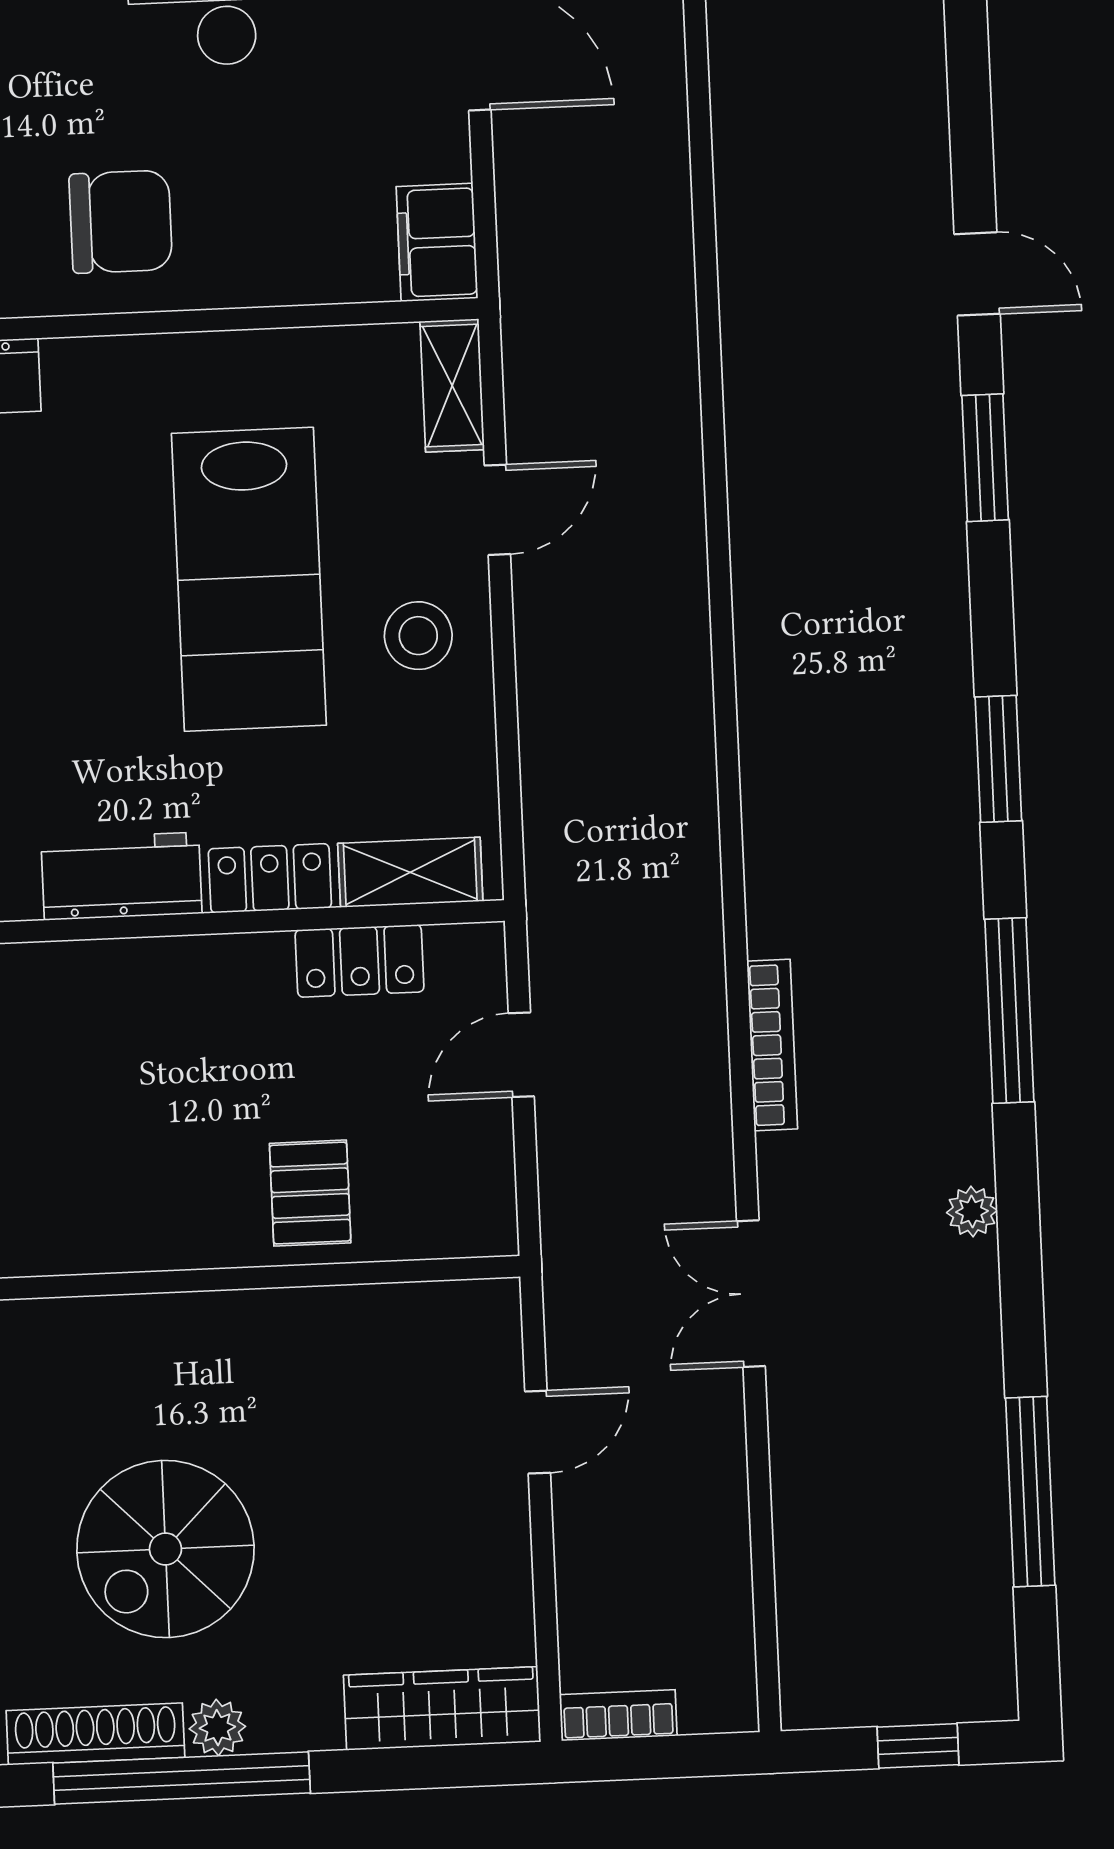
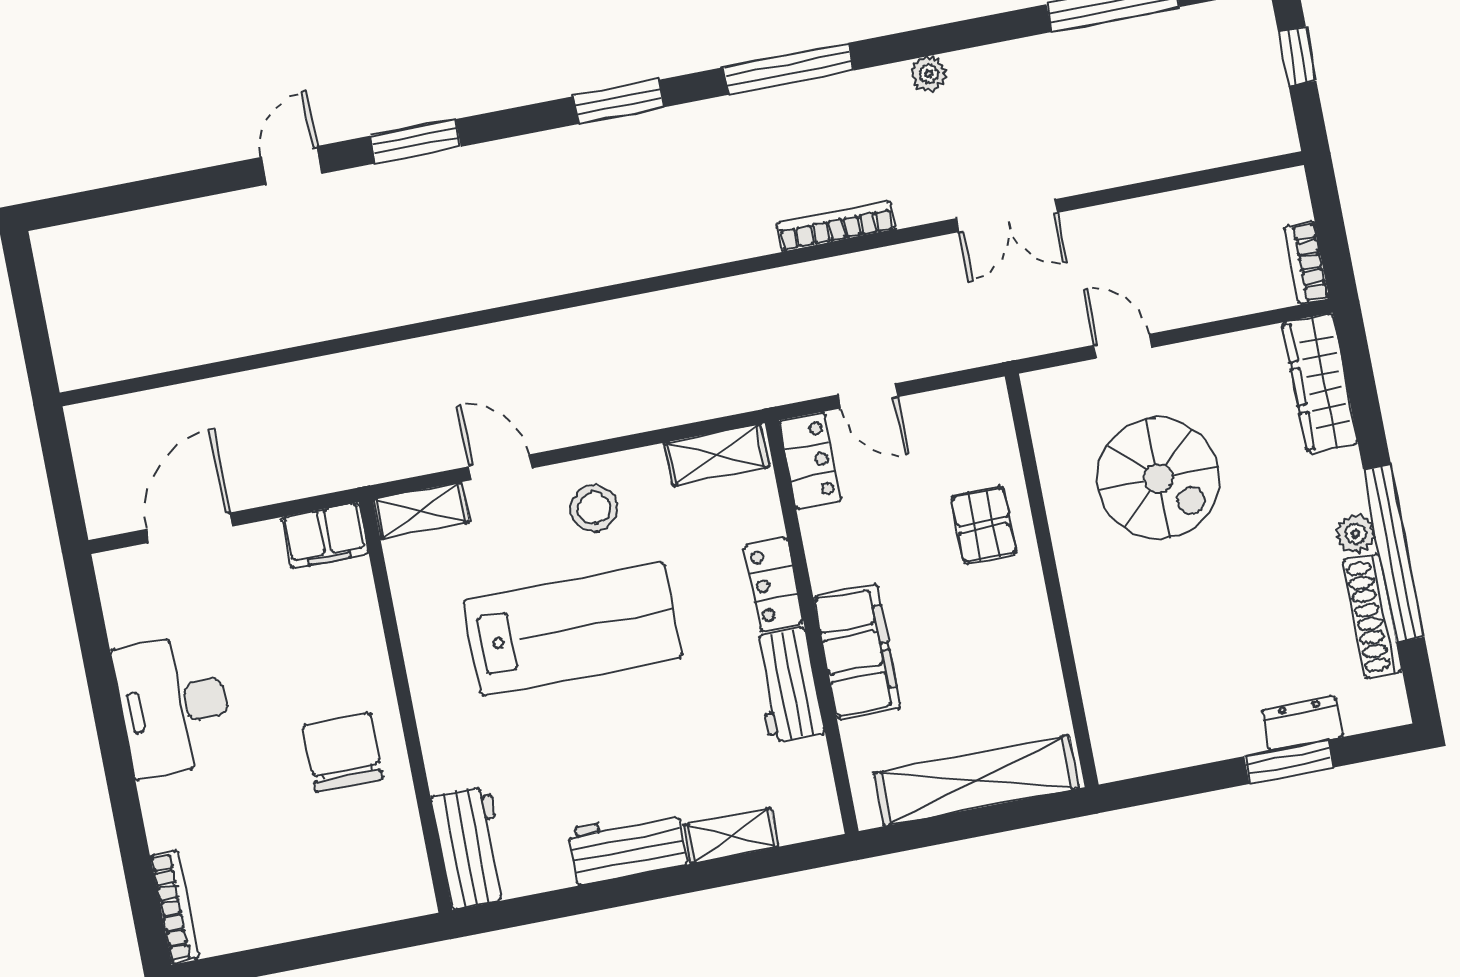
shelving: (410, 872) -> (716, 455), moved, turned 90
locker: (360, 961) -> (810, 461), moved
filing cabinet: (155, 984) -> (857, 652), added
pallet: (310, 1193) -> (983, 525), turned 90
spiral stairs: (165, 1549) -> (1158, 478), moved

